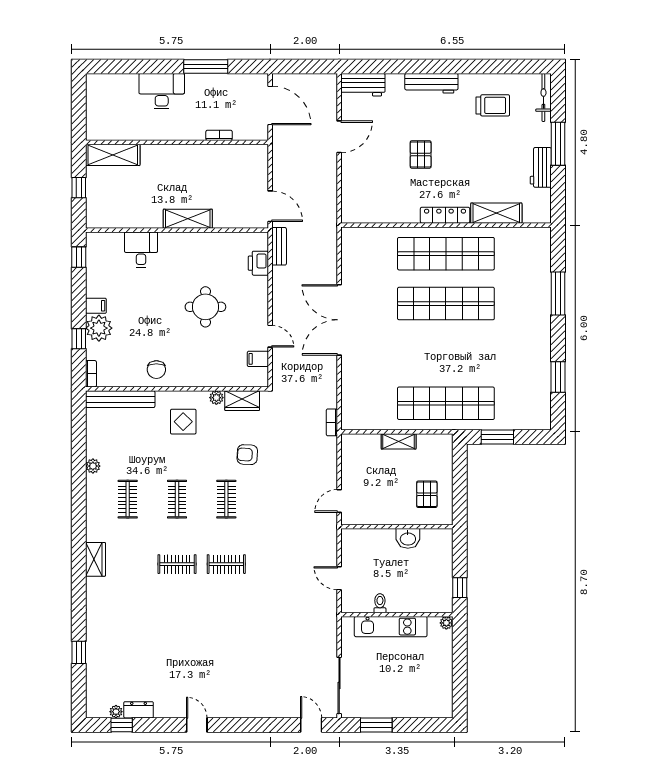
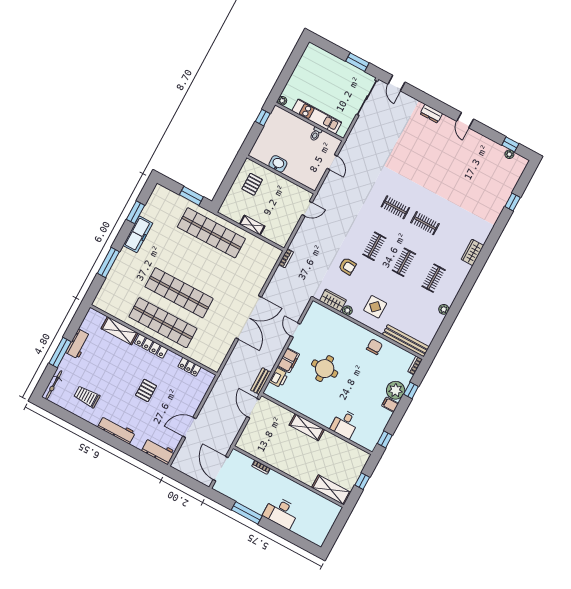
locker: (381, 215) -> (189, 367), added
freezer: (540, 350) -> (138, 234), added
filing cabinet: (258, 359) -> (288, 360), moved, width x2.00
dresser: (139, 710) -> (431, 114), moved

